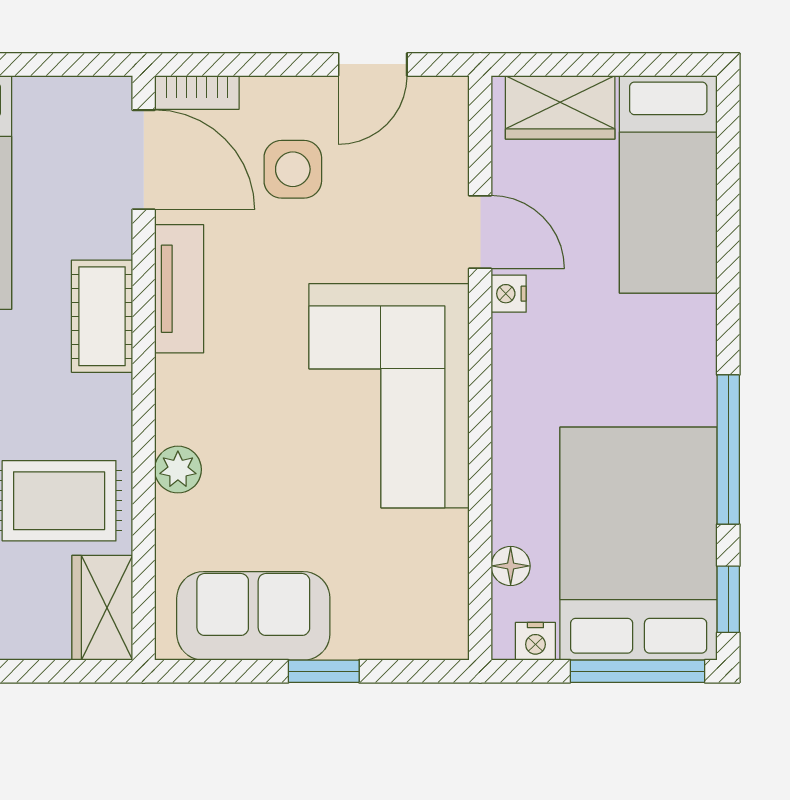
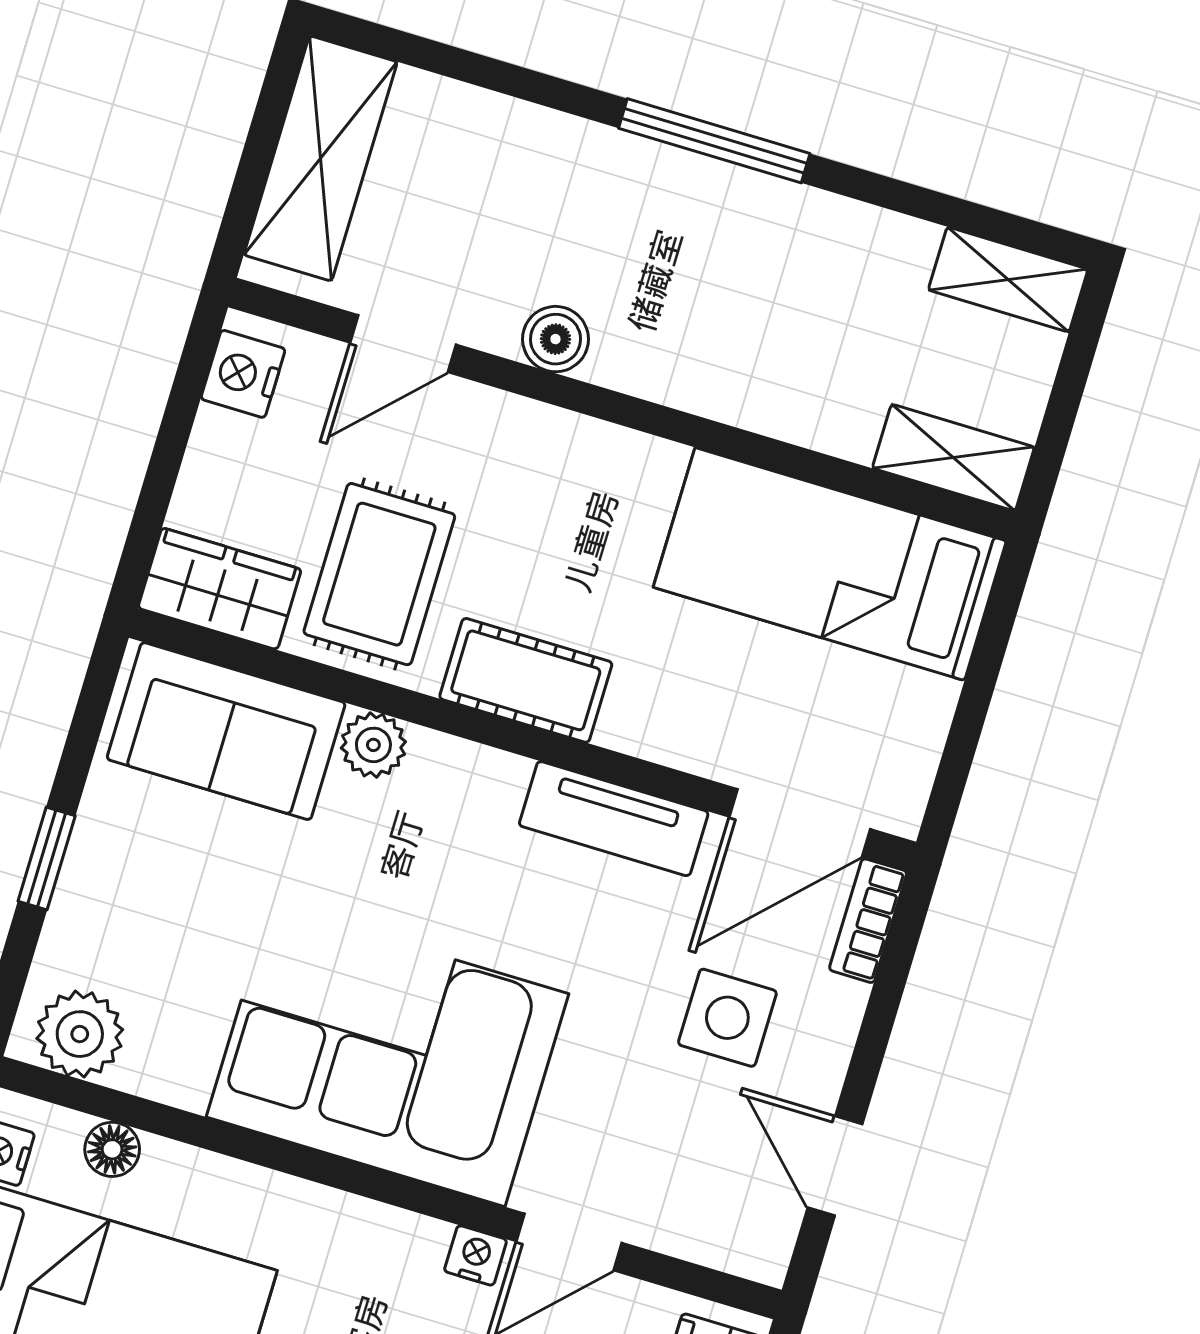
cot: (102, 316) -> (526, 680), moved
plant: (438, 612) -> (80, 1034), added
sofa: (253, 616) -> (226, 731), moved, turned 90

